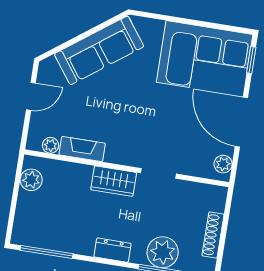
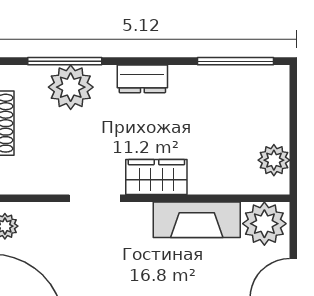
plant: (51, 145) -> (264, 224), width x1.88, depth x1.88
fireplace: (82, 149) -> (197, 220), width x1.37, depth x1.32

